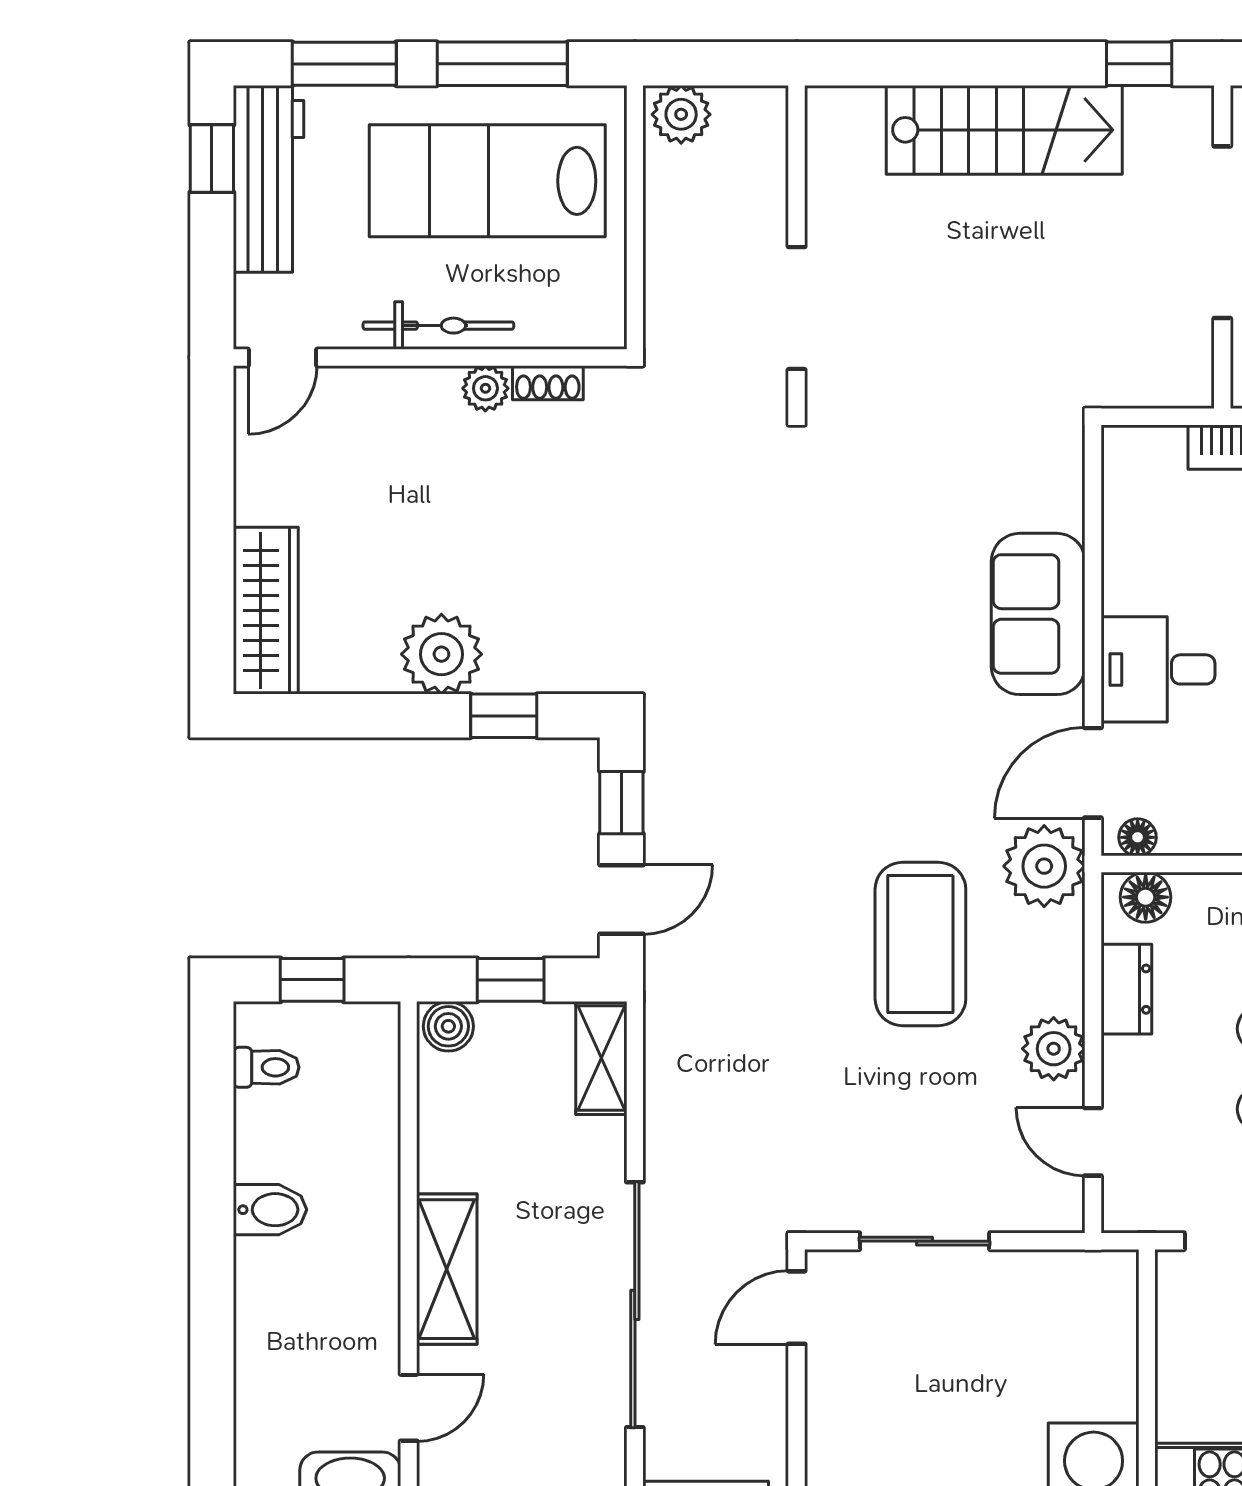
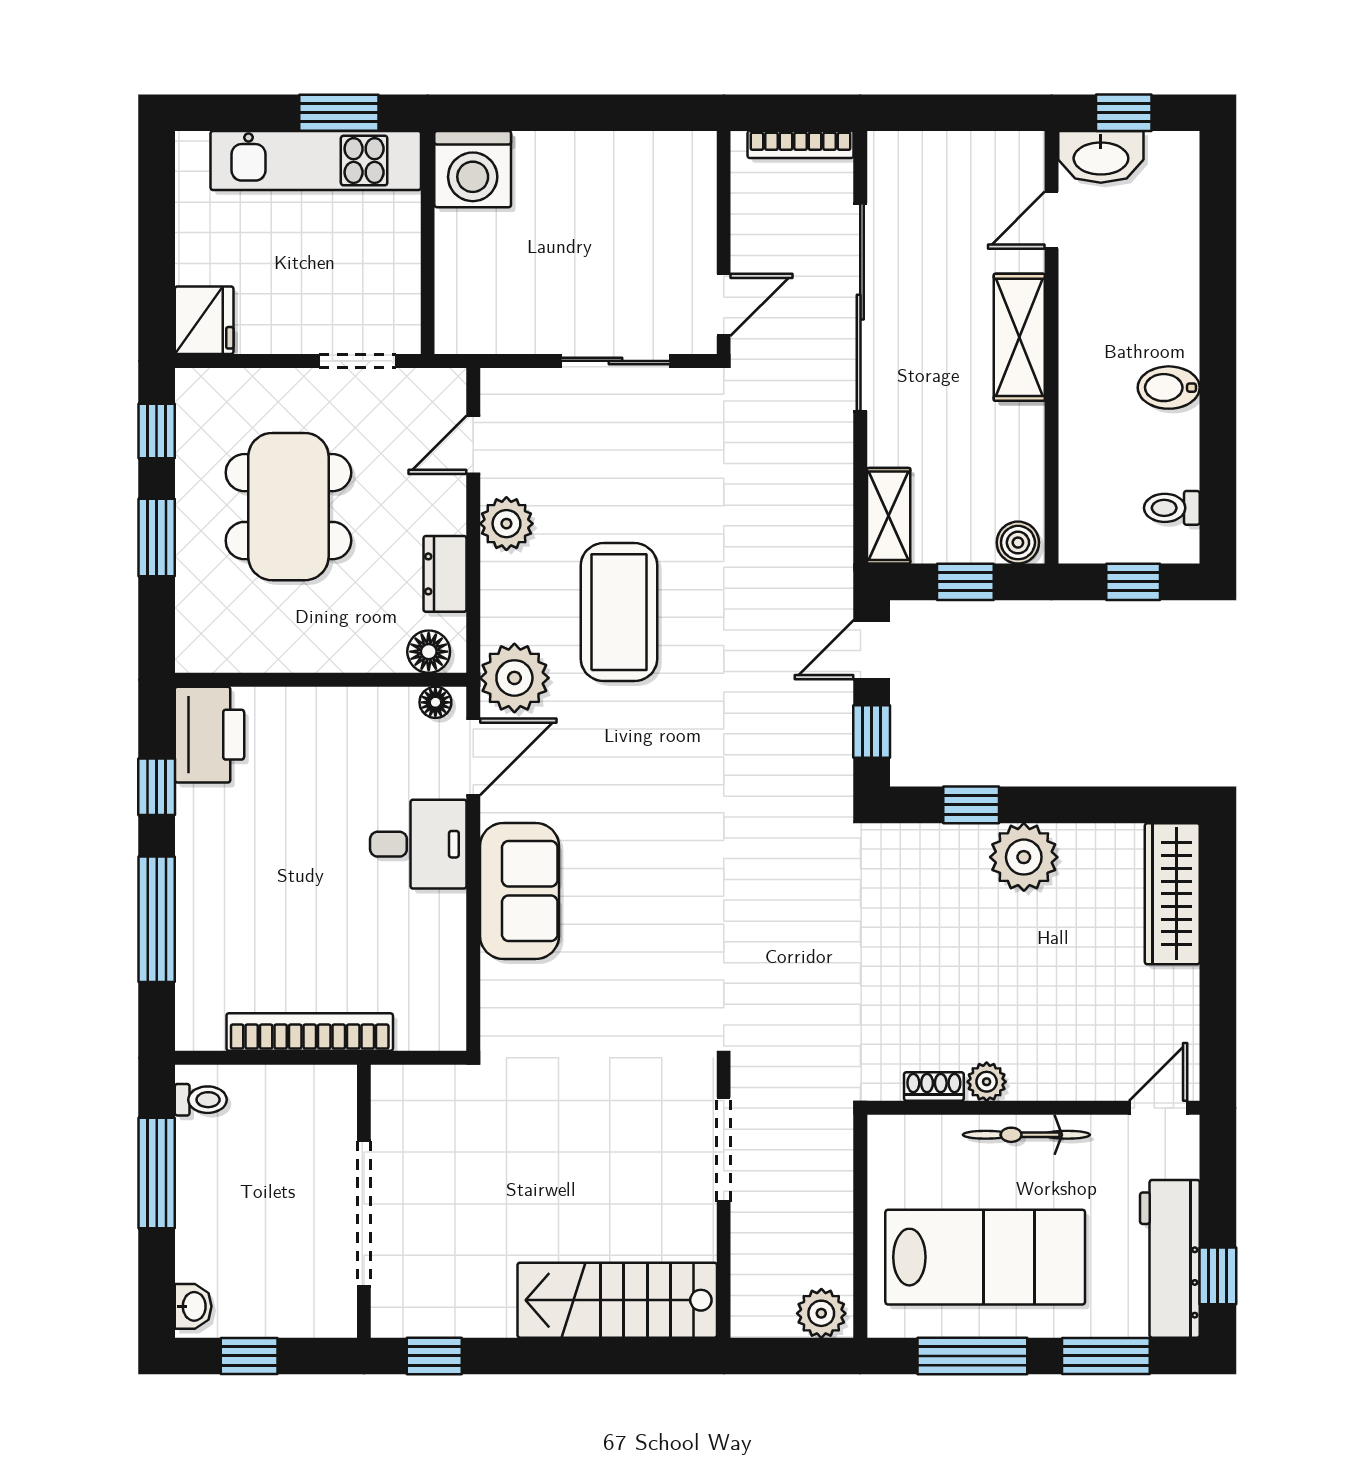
stairs: (1004, 130) -> (617, 1300), moved
door: (1093, 1142) -> (473, 445), swing flipped

